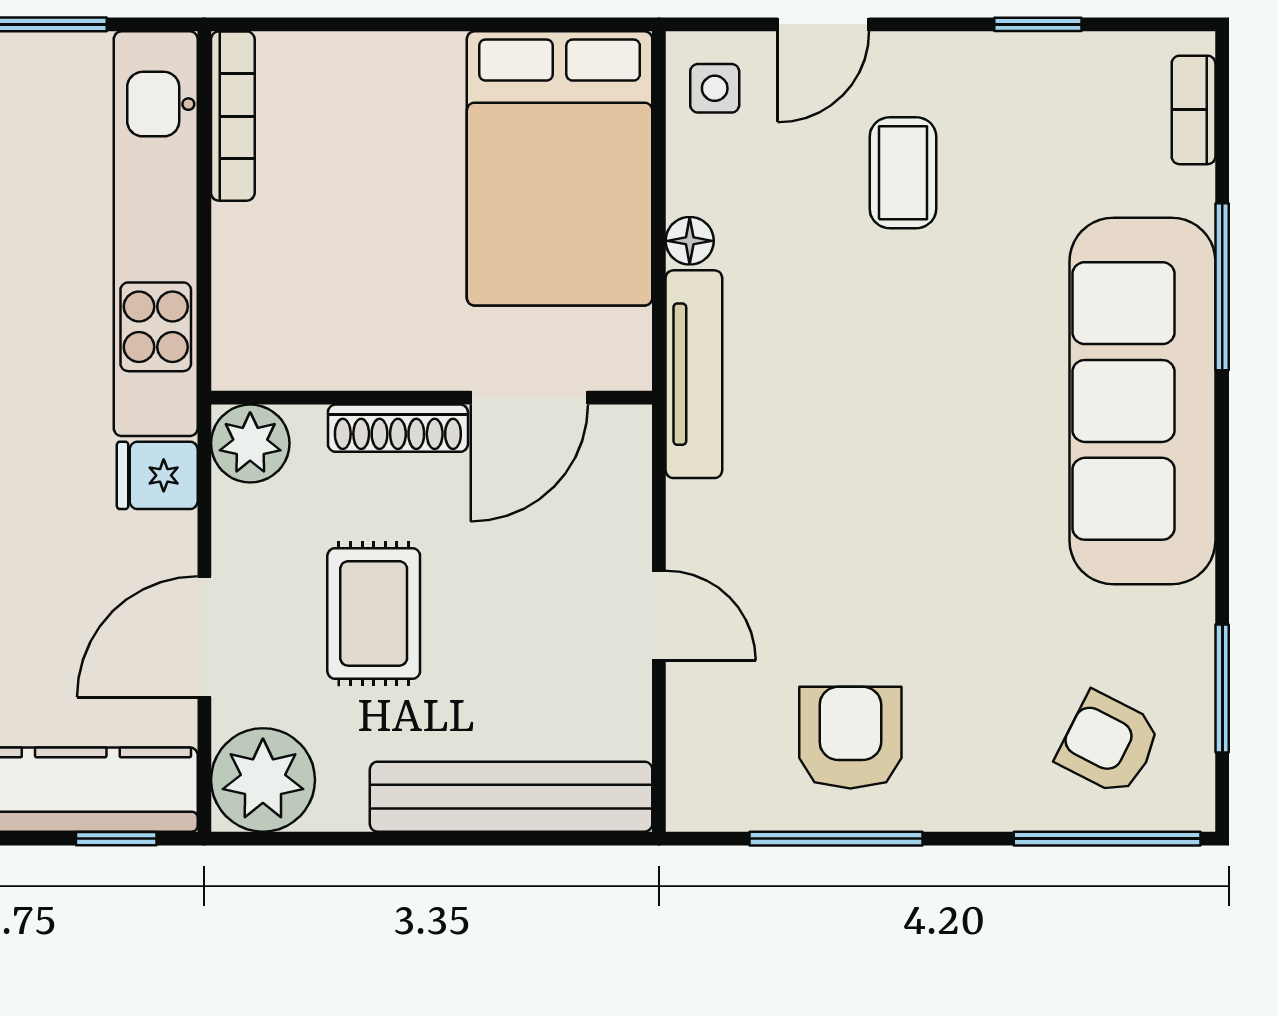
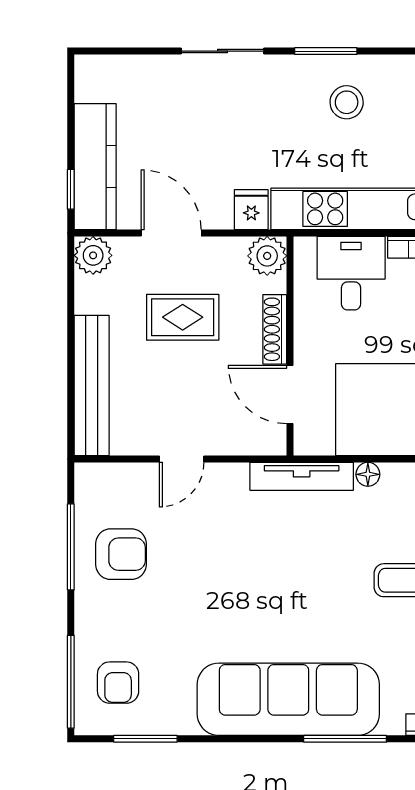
desk: (285, 275) -> (351, 273), added
armchair: (1109, 744) -> (118, 683), turned 153
plant: (263, 780) -> (93, 255), width x0.73, depth x0.73

